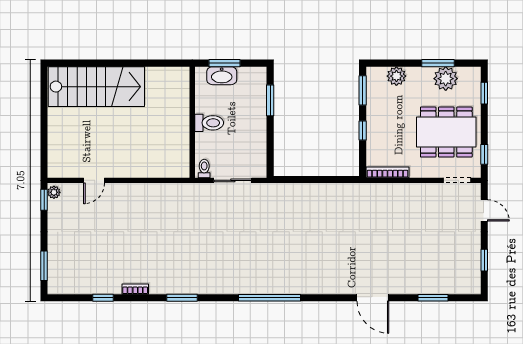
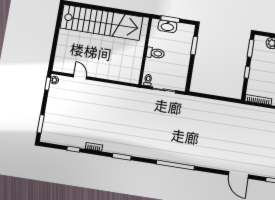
stairs: (96, 87) -> (101, 22), width x1.36
door: (94, 180) -> (80, 77), swing flipped

